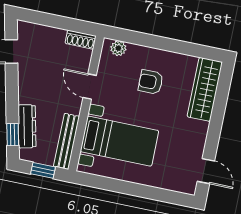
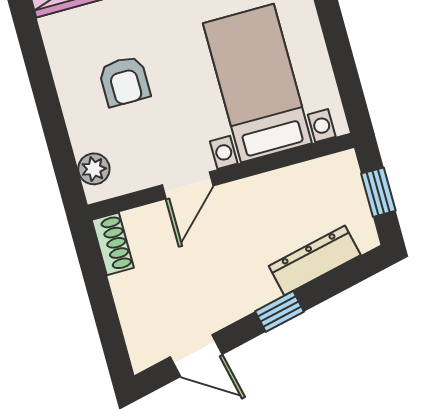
window: (13, 135) -> (280, 311), moved
bench: (66, 141) -> (306, 177), removed

